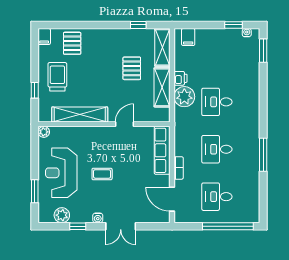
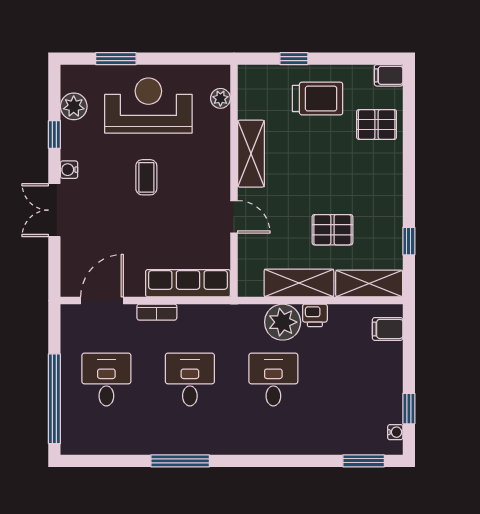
shelving: (80, 115) -> (251, 154), width x0.68
plant: (44, 132) -> (220, 98), moved

